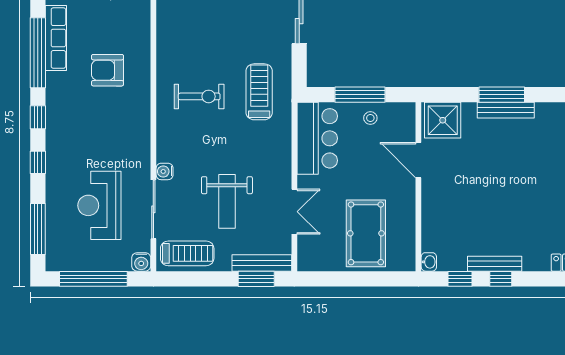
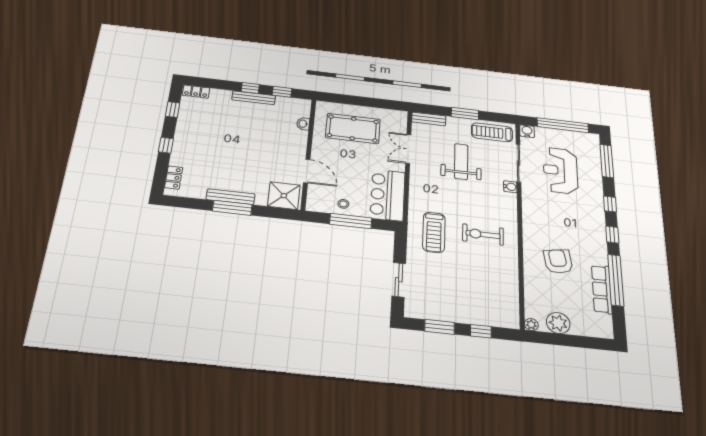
armchair: (107, 70) -> (558, 261), turned -99
reception desk: (99, 205) -> (560, 170), turned 180
pool table: (366, 233) -> (353, 129), turned 90
washbasin: (429, 262) -> (303, 124), moved
bench: (262, 263) -> (429, 119), width x0.73
window: (256, 279) -> (465, 114), moved

